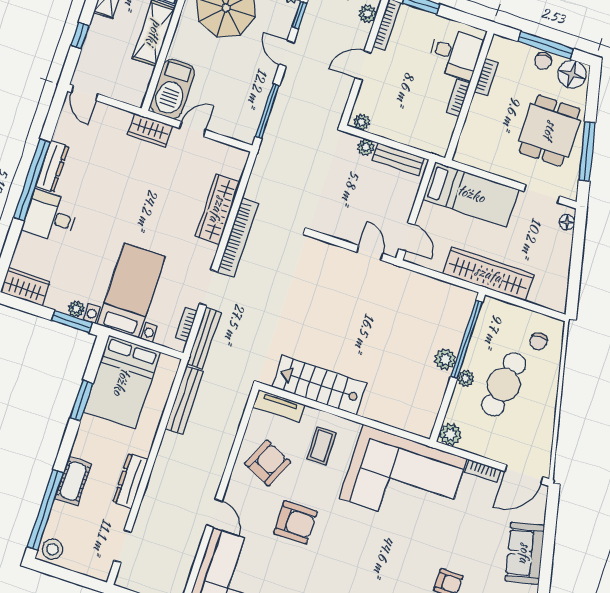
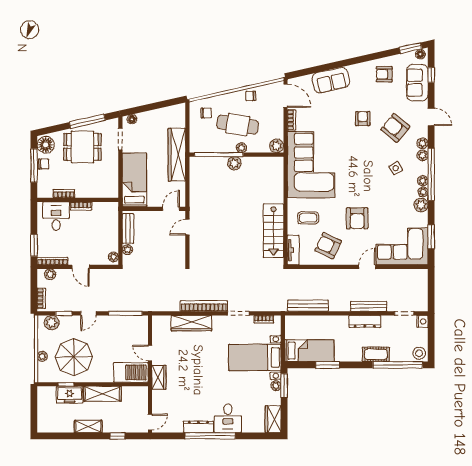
bench: (204, 338) -> (369, 306), moved
bed: (122, 382) -> (309, 351), width x0.67
chair: (542, 420) -> (251, 96), added
armchair: (295, 522) -> (357, 218), turned 180
nightstand: (100, 571) -> (422, 321), added

